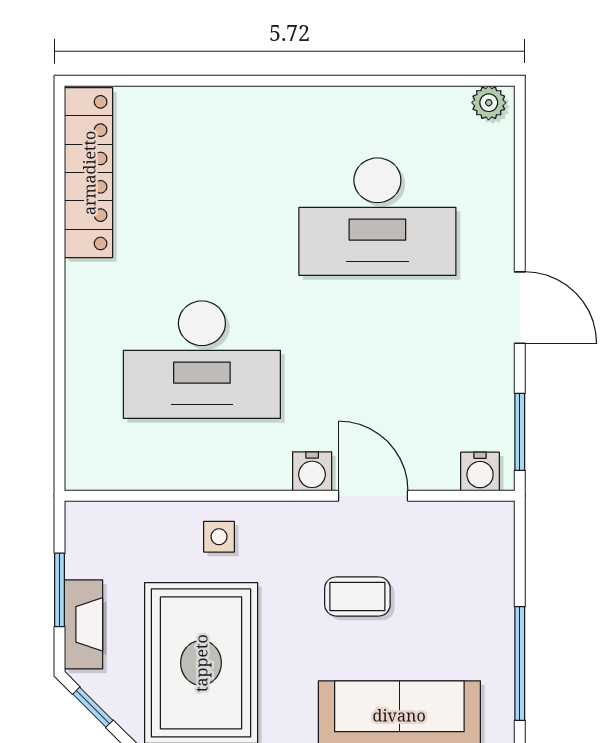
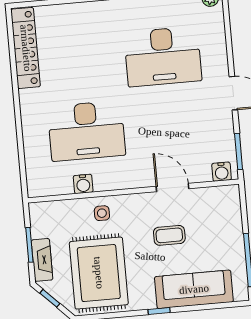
water cooler: (312, 471) -> (83, 184), moved

